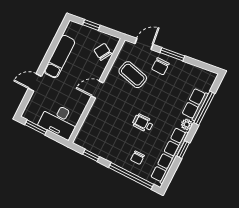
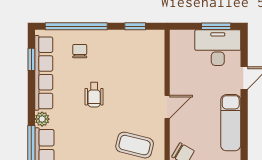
desk: (59, 121) -> (218, 48), moved
wheelchair: (143, 123) -> (94, 95), turned 90
window: (183, 150) -> (31, 59), moved

